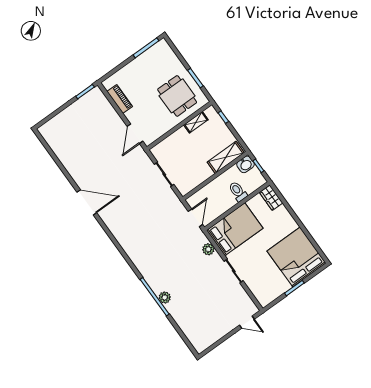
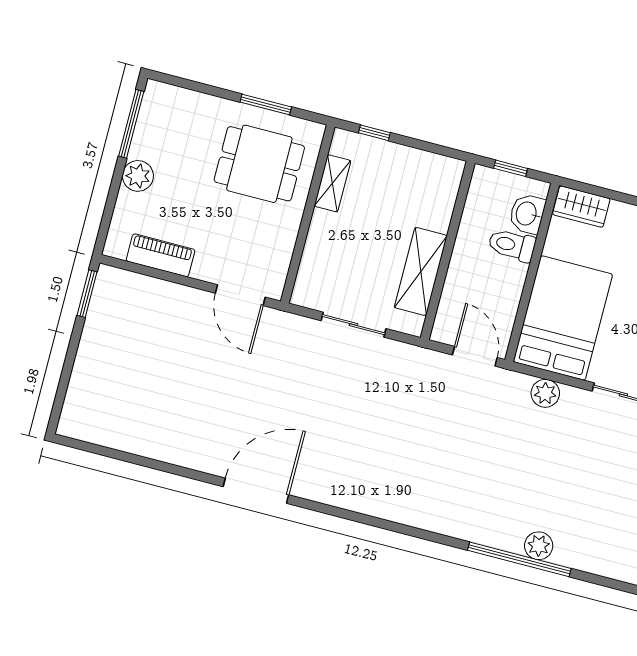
plant: (134, 67) -> (138, 176), added
shelving: (226, 157) -> (421, 272), moved
washbasin: (245, 164) -> (527, 214), moved, turned 180

